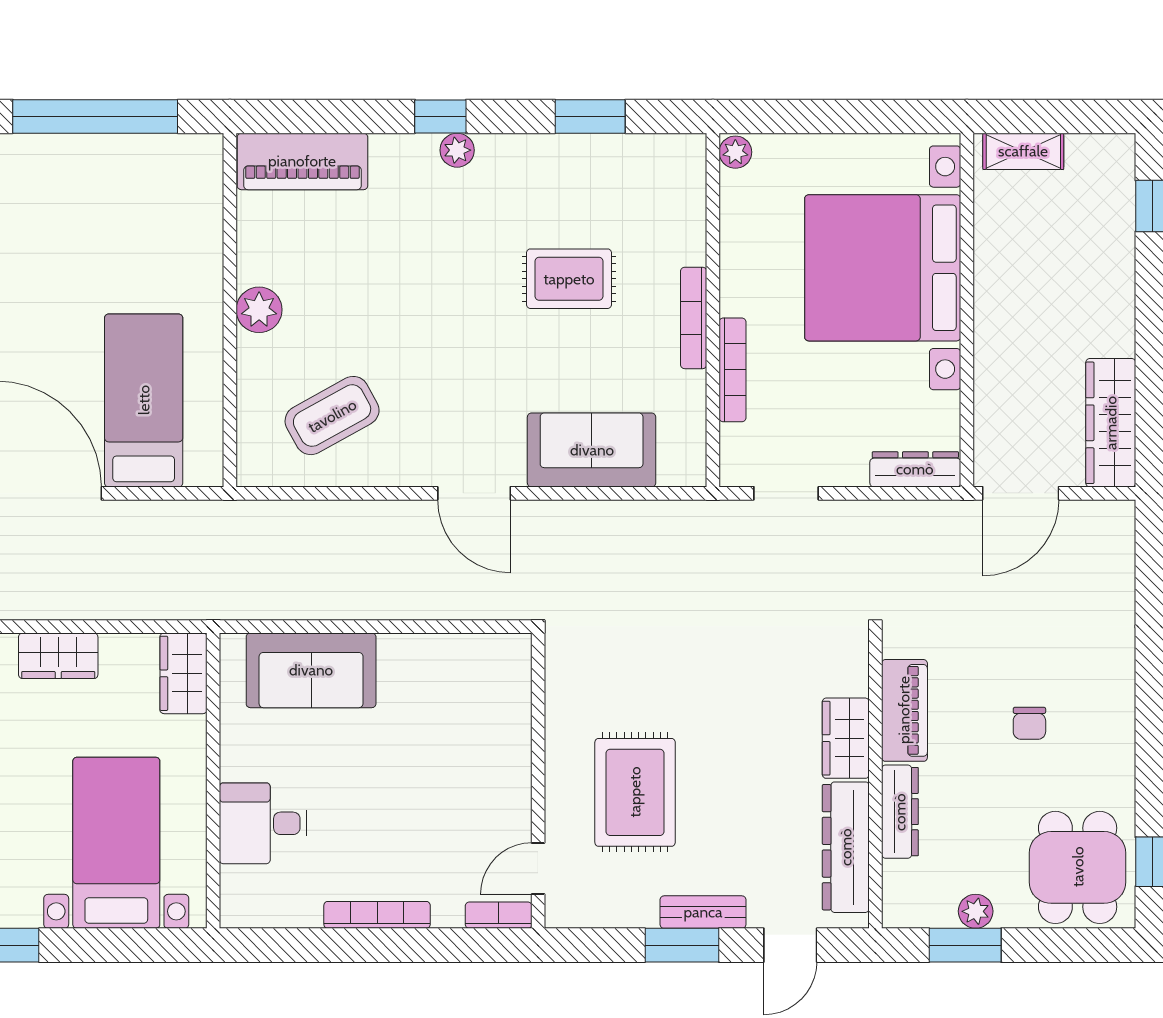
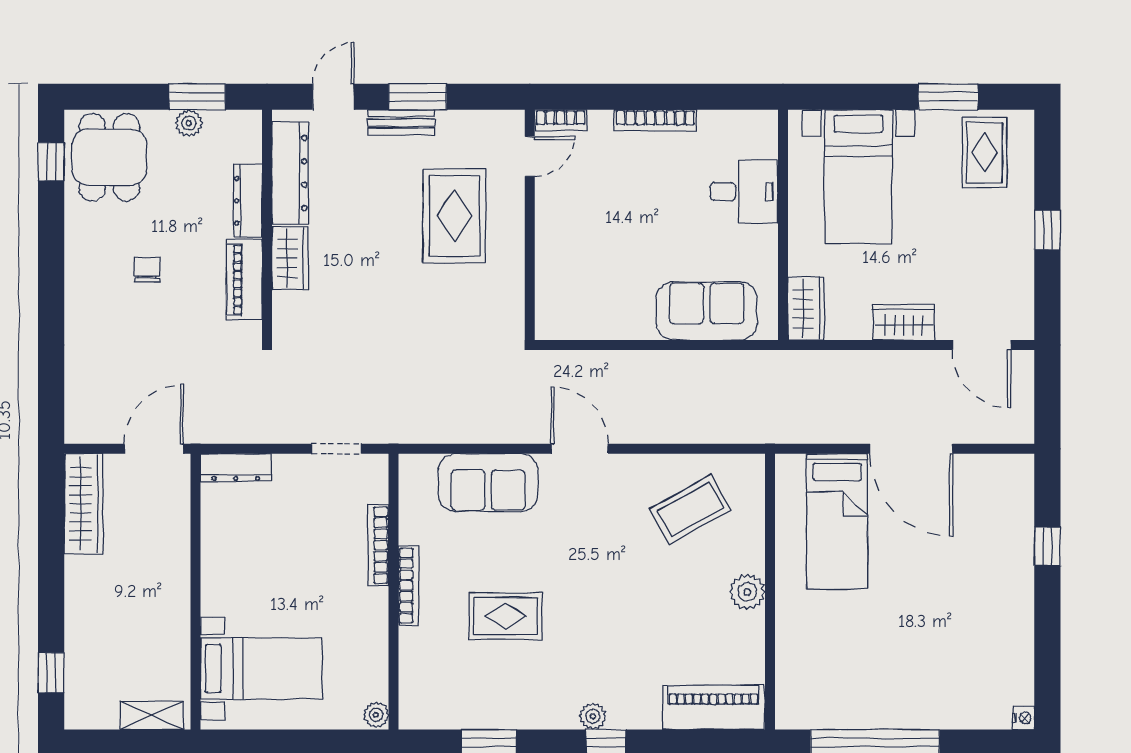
bed with nightstands: (883, 268) -> (261, 668), width x0.54

